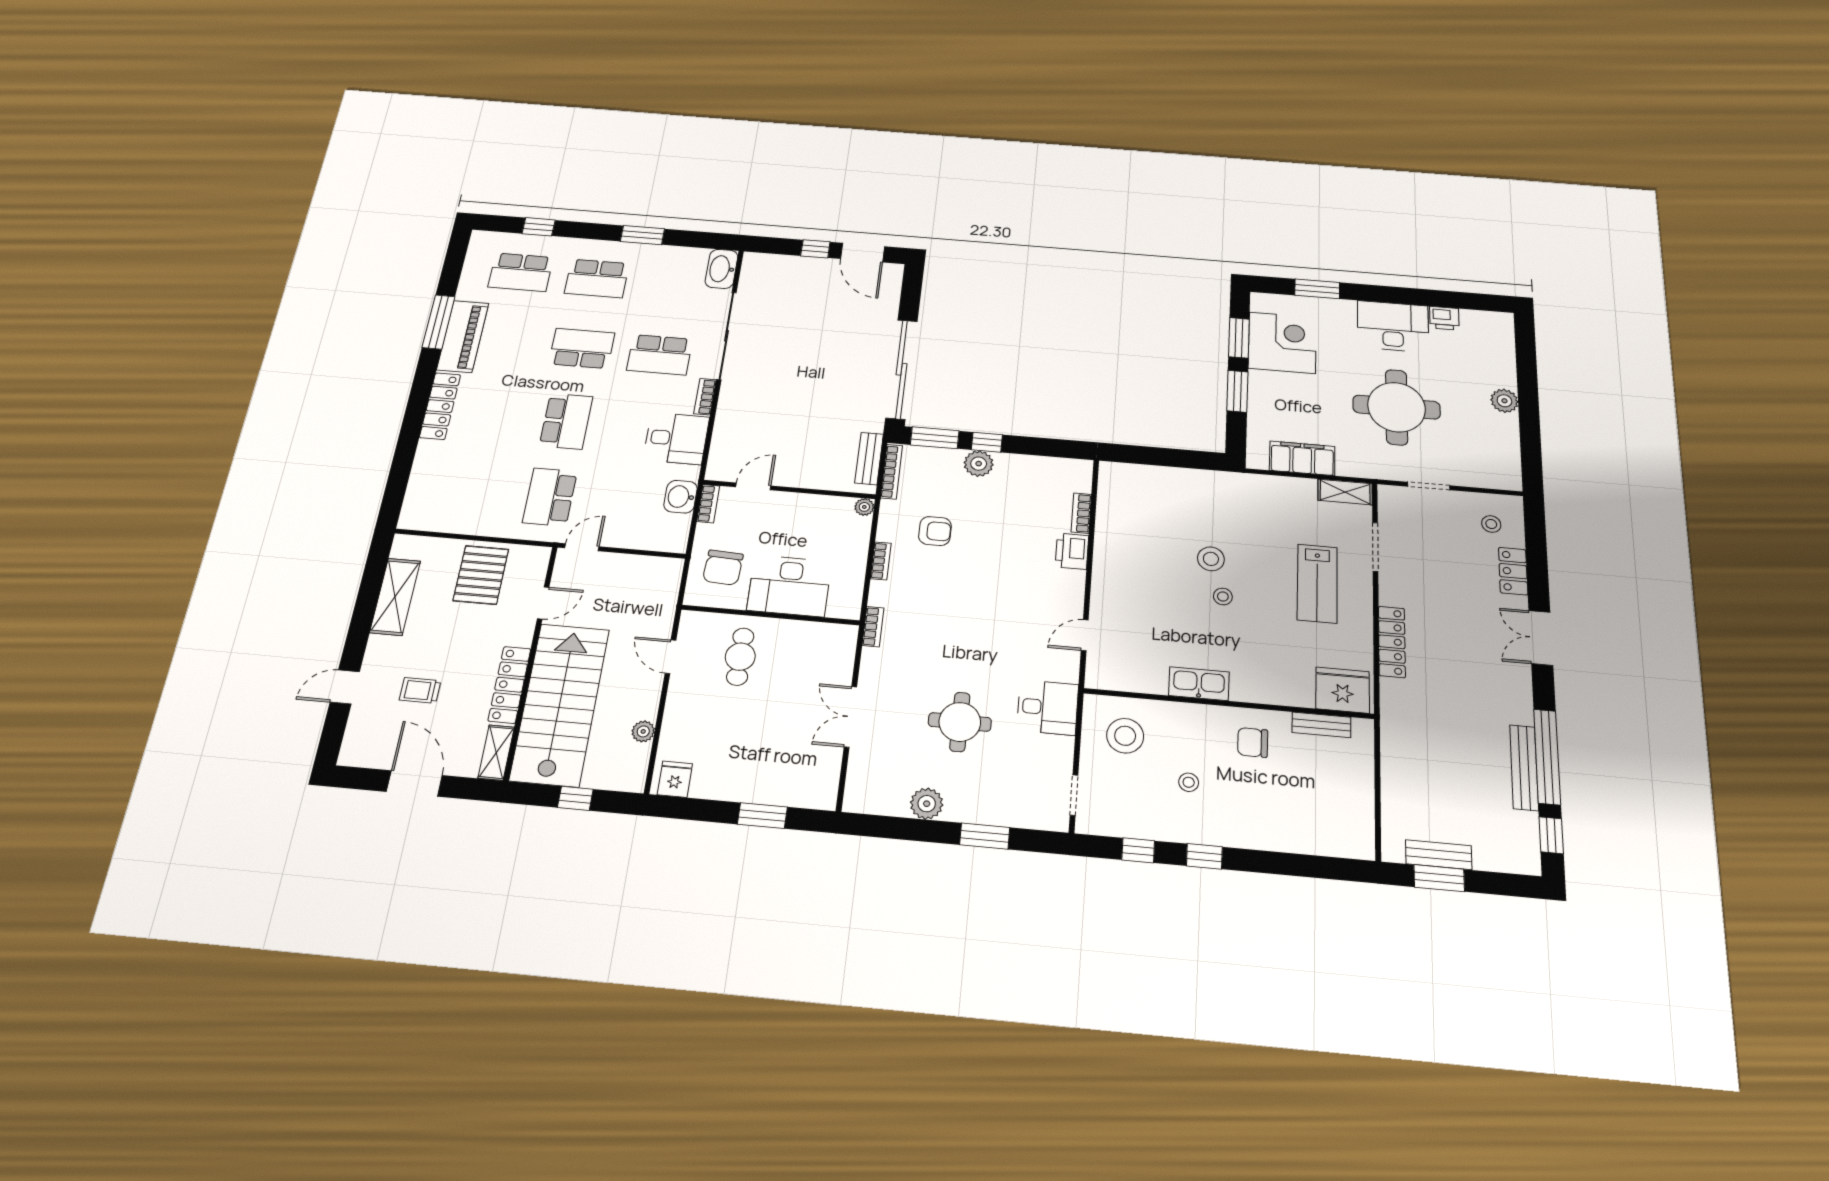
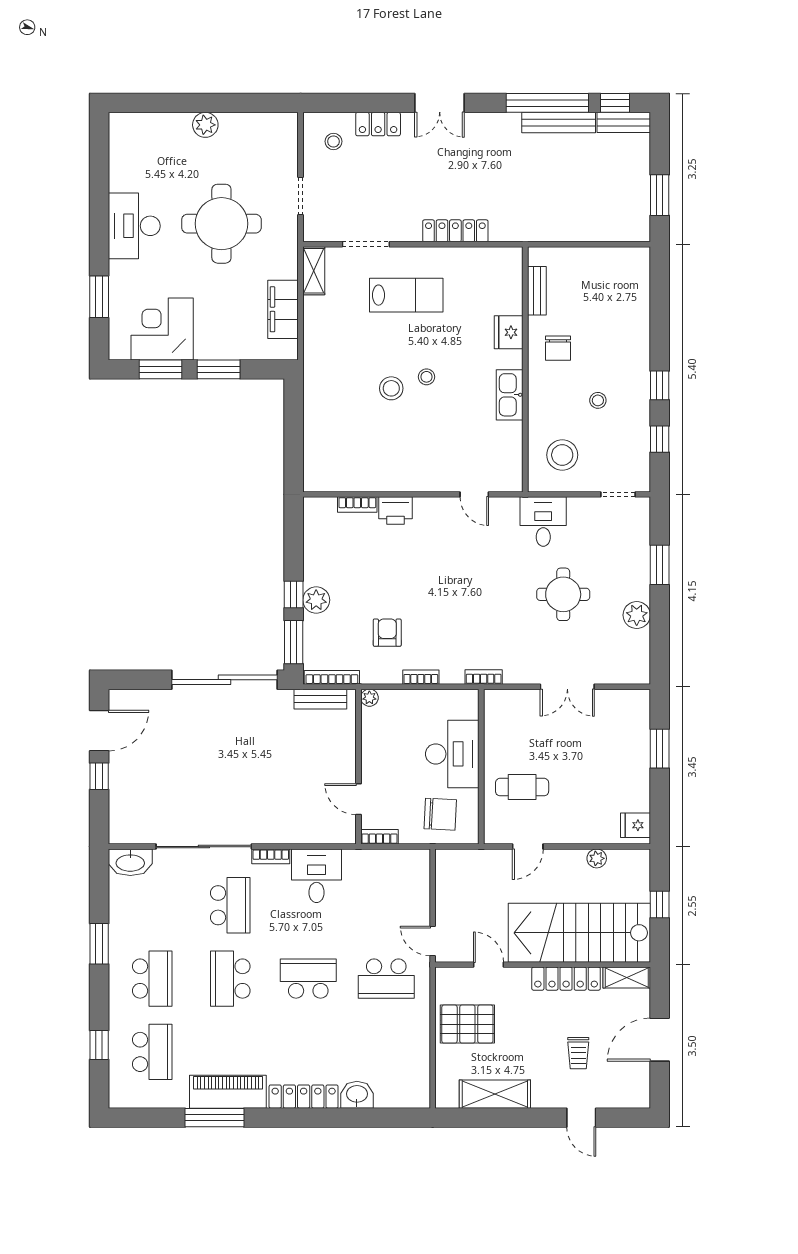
printer: (1444, 318) -> (121, 178), removed
washbasin: (681, 497) -> (357, 1095), moved, turned 180
fridge: (1343, 690) -> (509, 332), moved, width x0.73, depth x0.75
bench: (1439, 855) -> (624, 122), moved, turned 90

